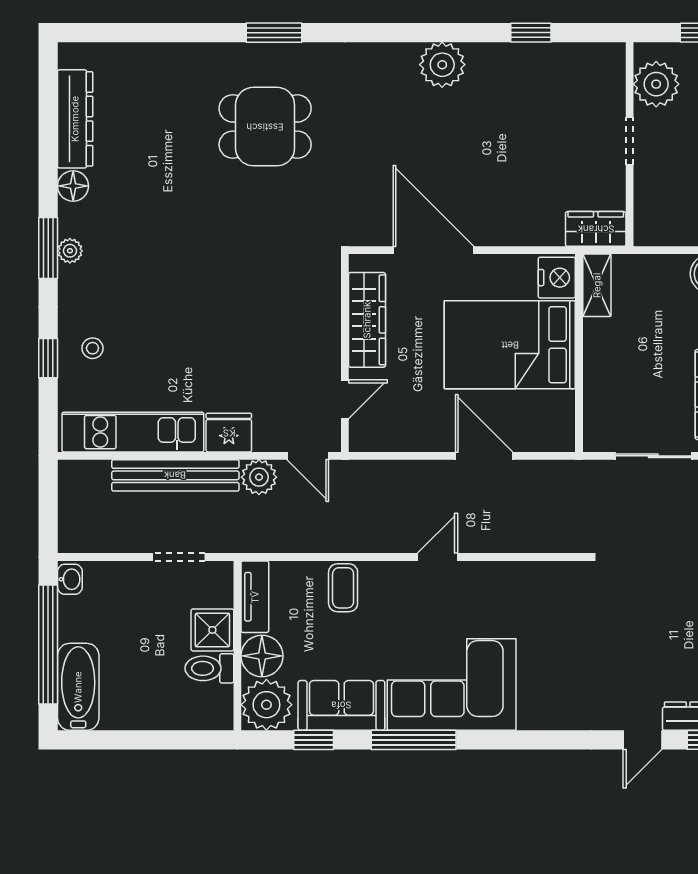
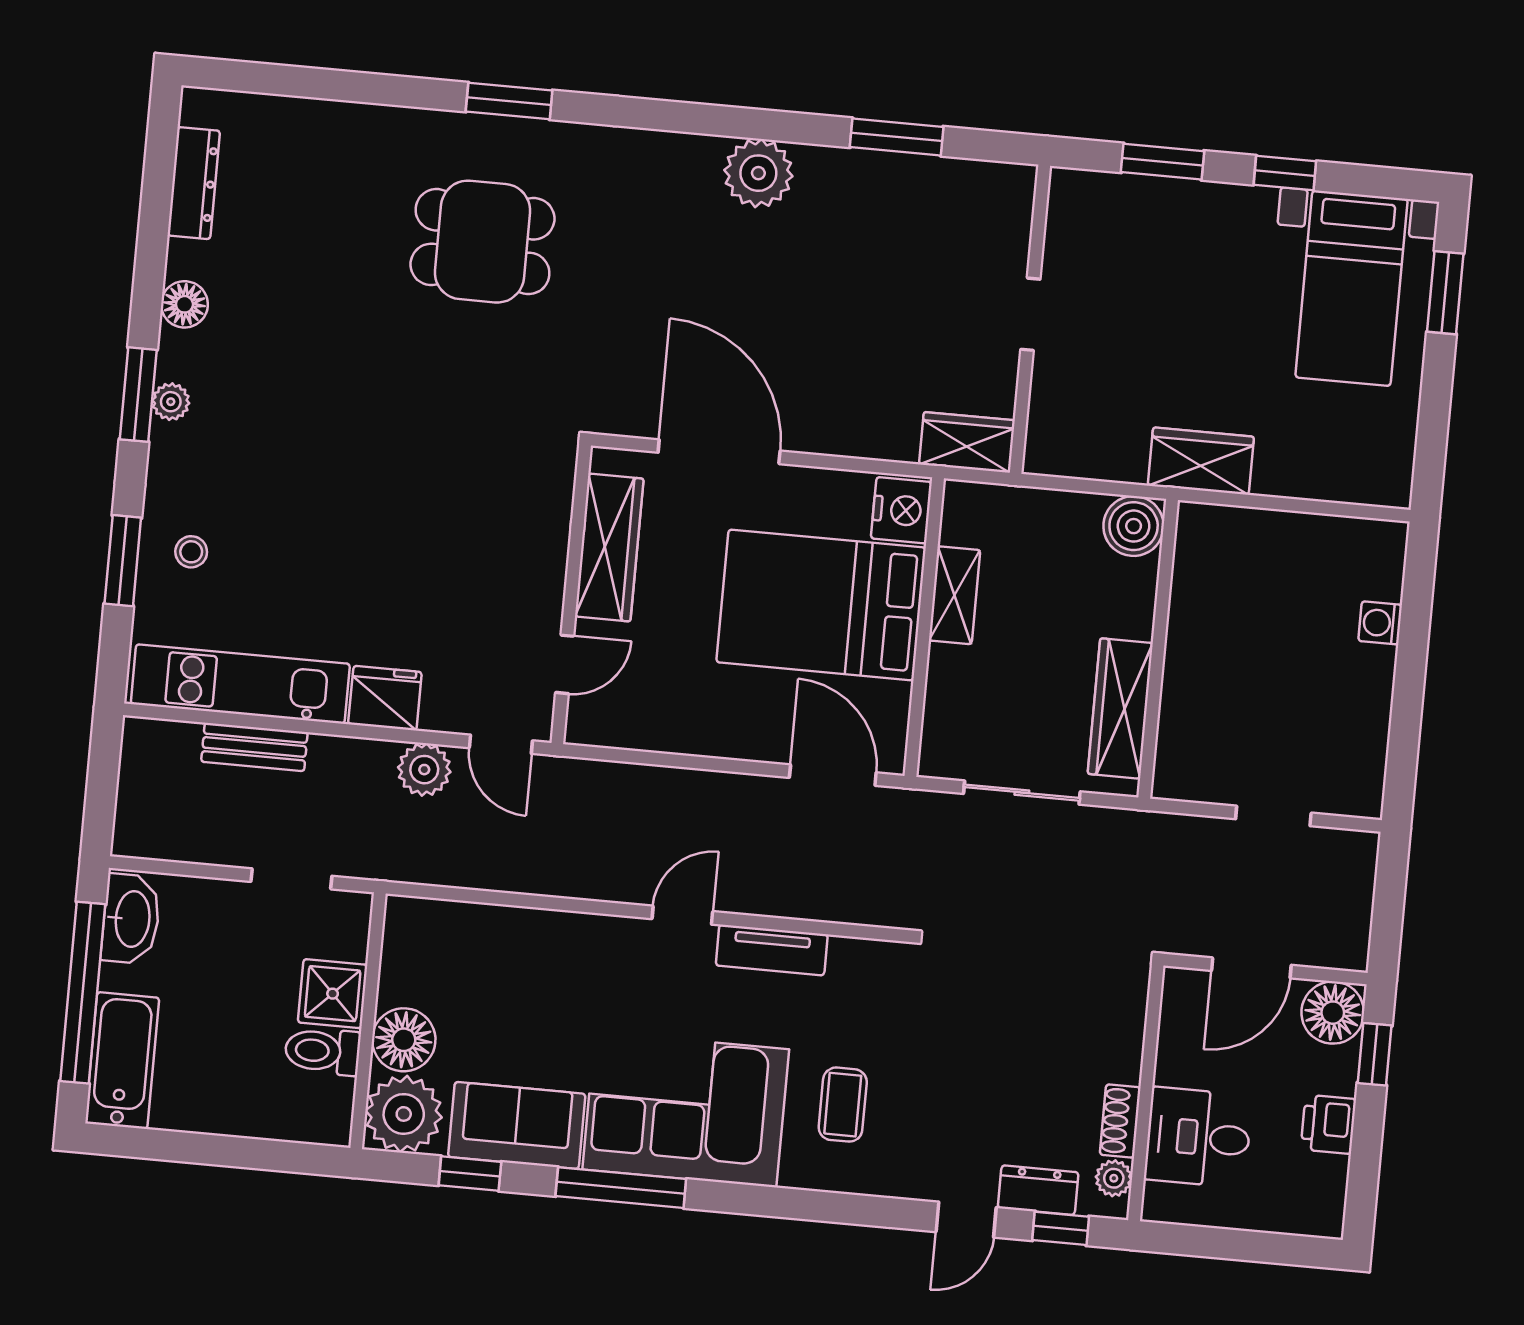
window: (531, 33) -> (897, 137), width x1.50
plant: (656, 84) -> (1078, 232), removed
dresser: (75, 119) -> (194, 183), width x0.73, depth x0.80
shelving: (597, 285) -> (955, 595), moved
window: (48, 358) -> (123, 561), width x1.50
door: (484, 456) -> (833, 775), moved
bench: (175, 475) -> (254, 747), width x0.54, depth x0.82
washbasin: (70, 579) -> (131, 919), width x1.91, depth x1.45
coffee table: (343, 588) -> (843, 1105), moved
tv unit: (255, 597) -> (772, 950), moved, turned 90

